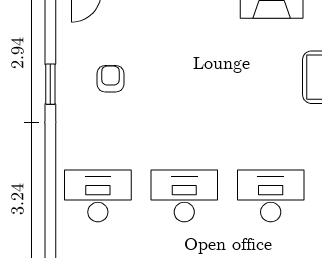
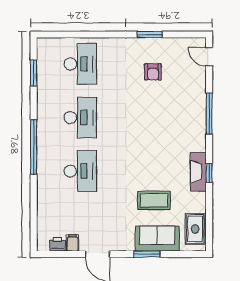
armchair: (111, 79) -> (153, 72), turned 90

